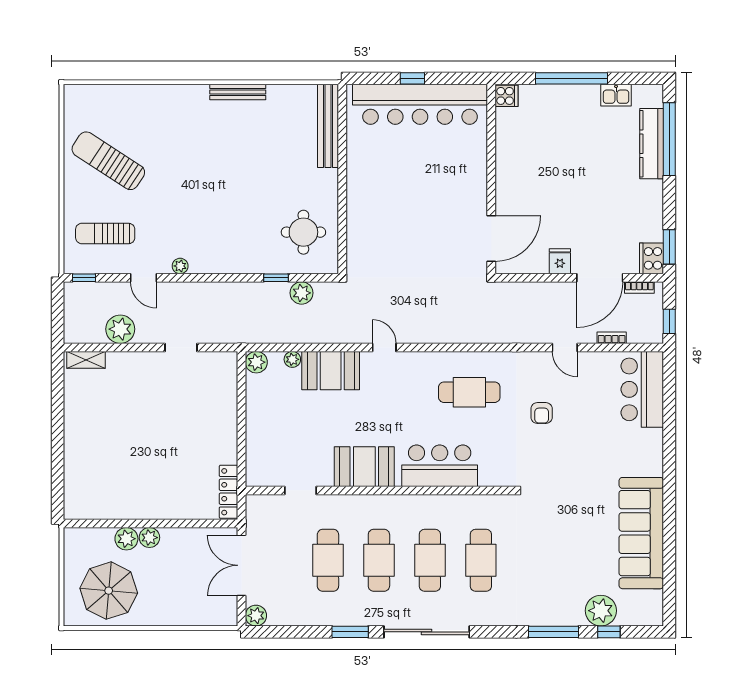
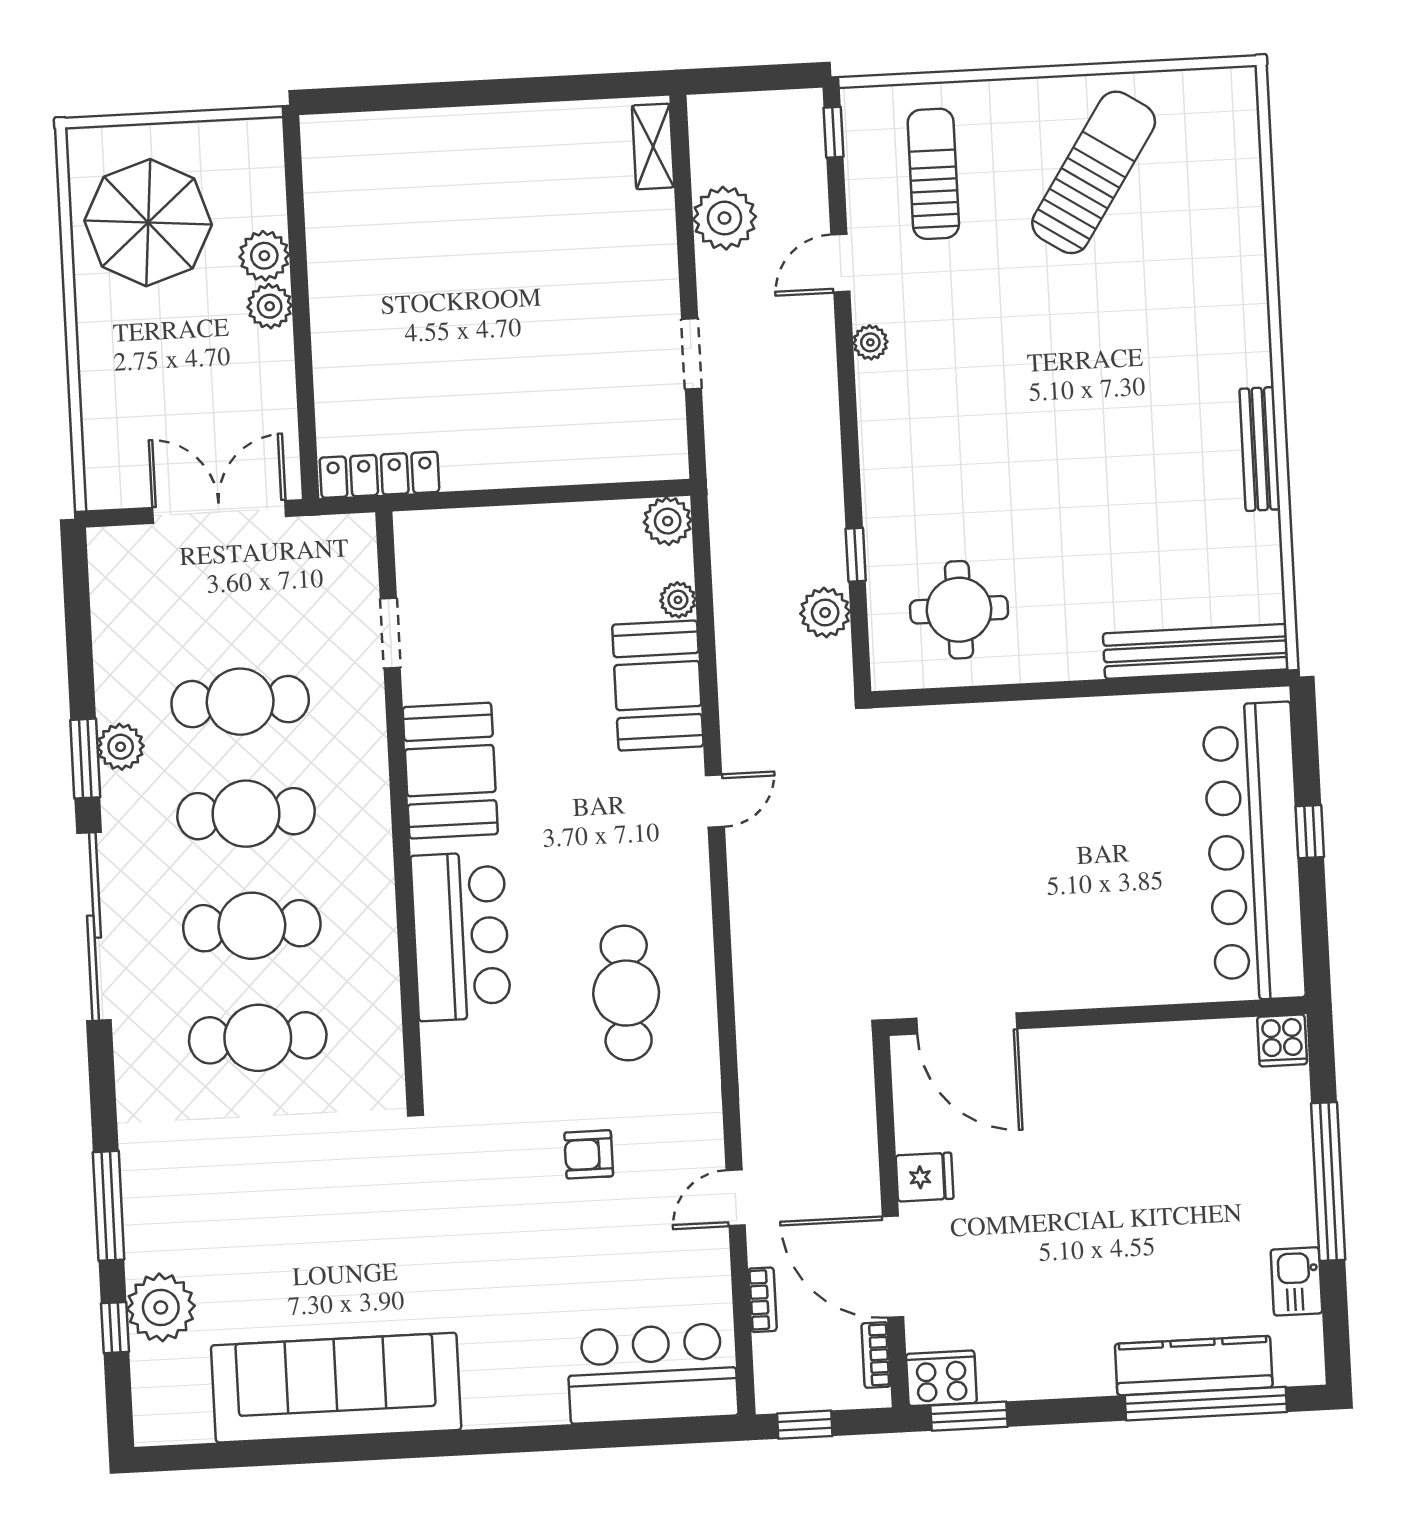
plant: (256, 616) -> (121, 747), moved

